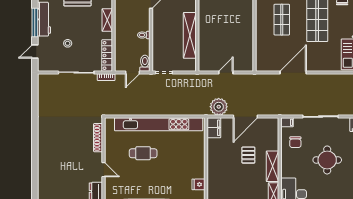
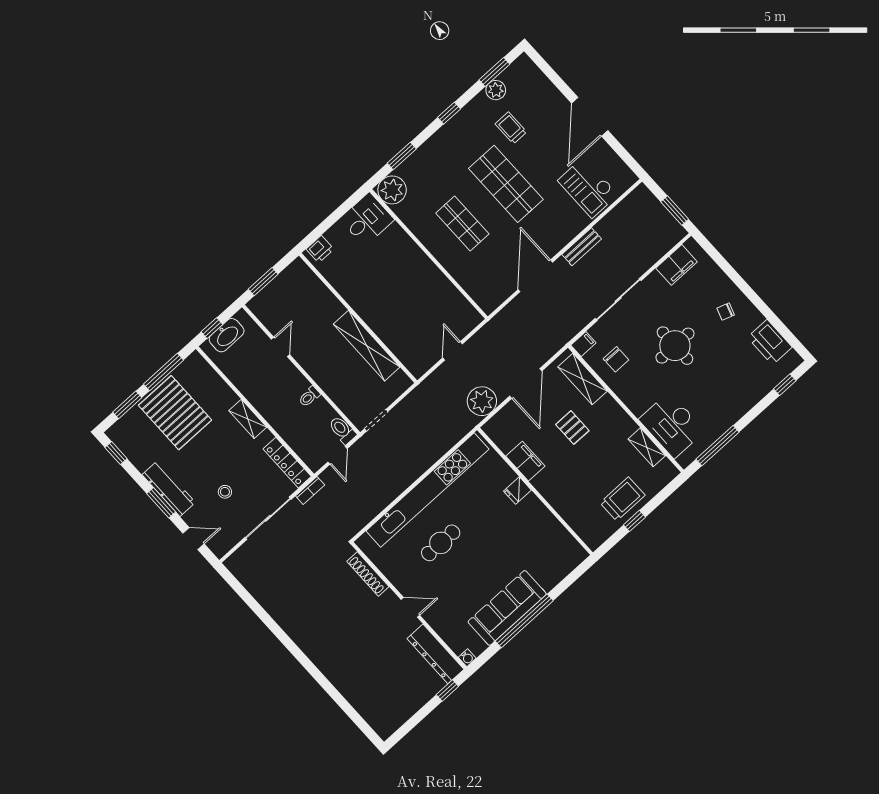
window: (35, 22) -> (161, 503), width x0.69
door: (35, 51) -> (193, 539), swing flipped
bench: (326, 78) -> (582, 247), added
filing cabinet: (214, 128) -> (525, 461), moved
shelving: (273, 166) -> (583, 379), moved
fridge: (198, 184) -> (517, 491), moved

